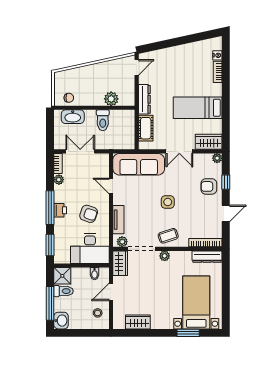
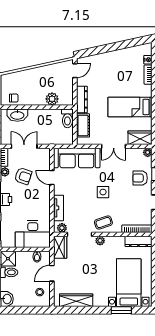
toilet: (103, 120) -> (67, 118), moved
armchair: (89, 214) -> (23, 176), moved
wardrobe: (138, 322) -> (76, 300), width x1.50

